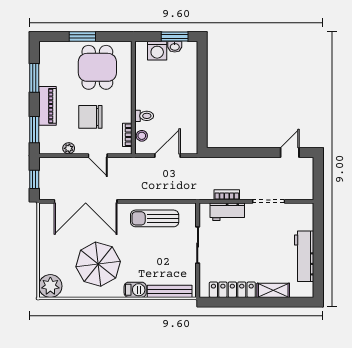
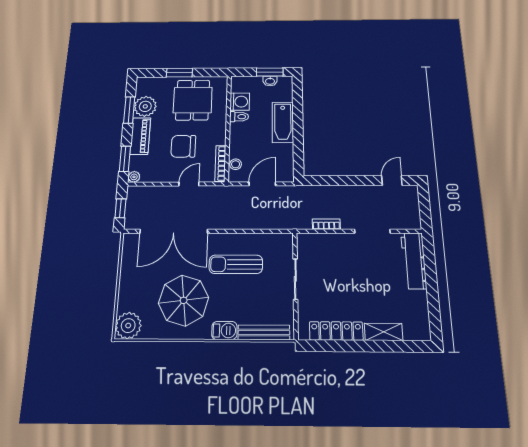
washing machine: (157, 51) -> (240, 102), moved, turned -90
plant: (50, 74) -> (145, 106), added
bathtub: (187, 92) -> (283, 122), added
toilet: (144, 116) -> (239, 117), moved
bookcase: (127, 135) -> (220, 163), width x1.56
plant: (69, 148) -> (134, 177), moved
door: (98, 156) -> (189, 184), swing flipped
workbench: (227, 212) -> (327, 242), removed
sun lounger: (155, 218) -> (236, 264), moved
workbench: (304, 256) -> (414, 261), moved

